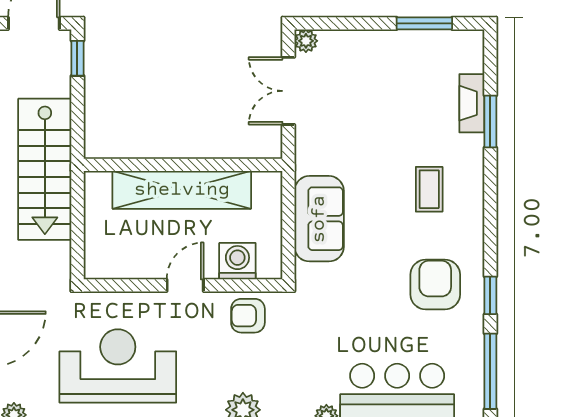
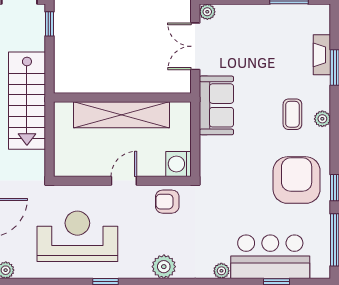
plant: (473, 196) -> (322, 119), added
sofa: (319, 219) -> (216, 105), moved
washing machine: (237, 261) -> (178, 164), moved, turned -90
armchair: (435, 285) -> (297, 180), width x1.36, depth x1.36

